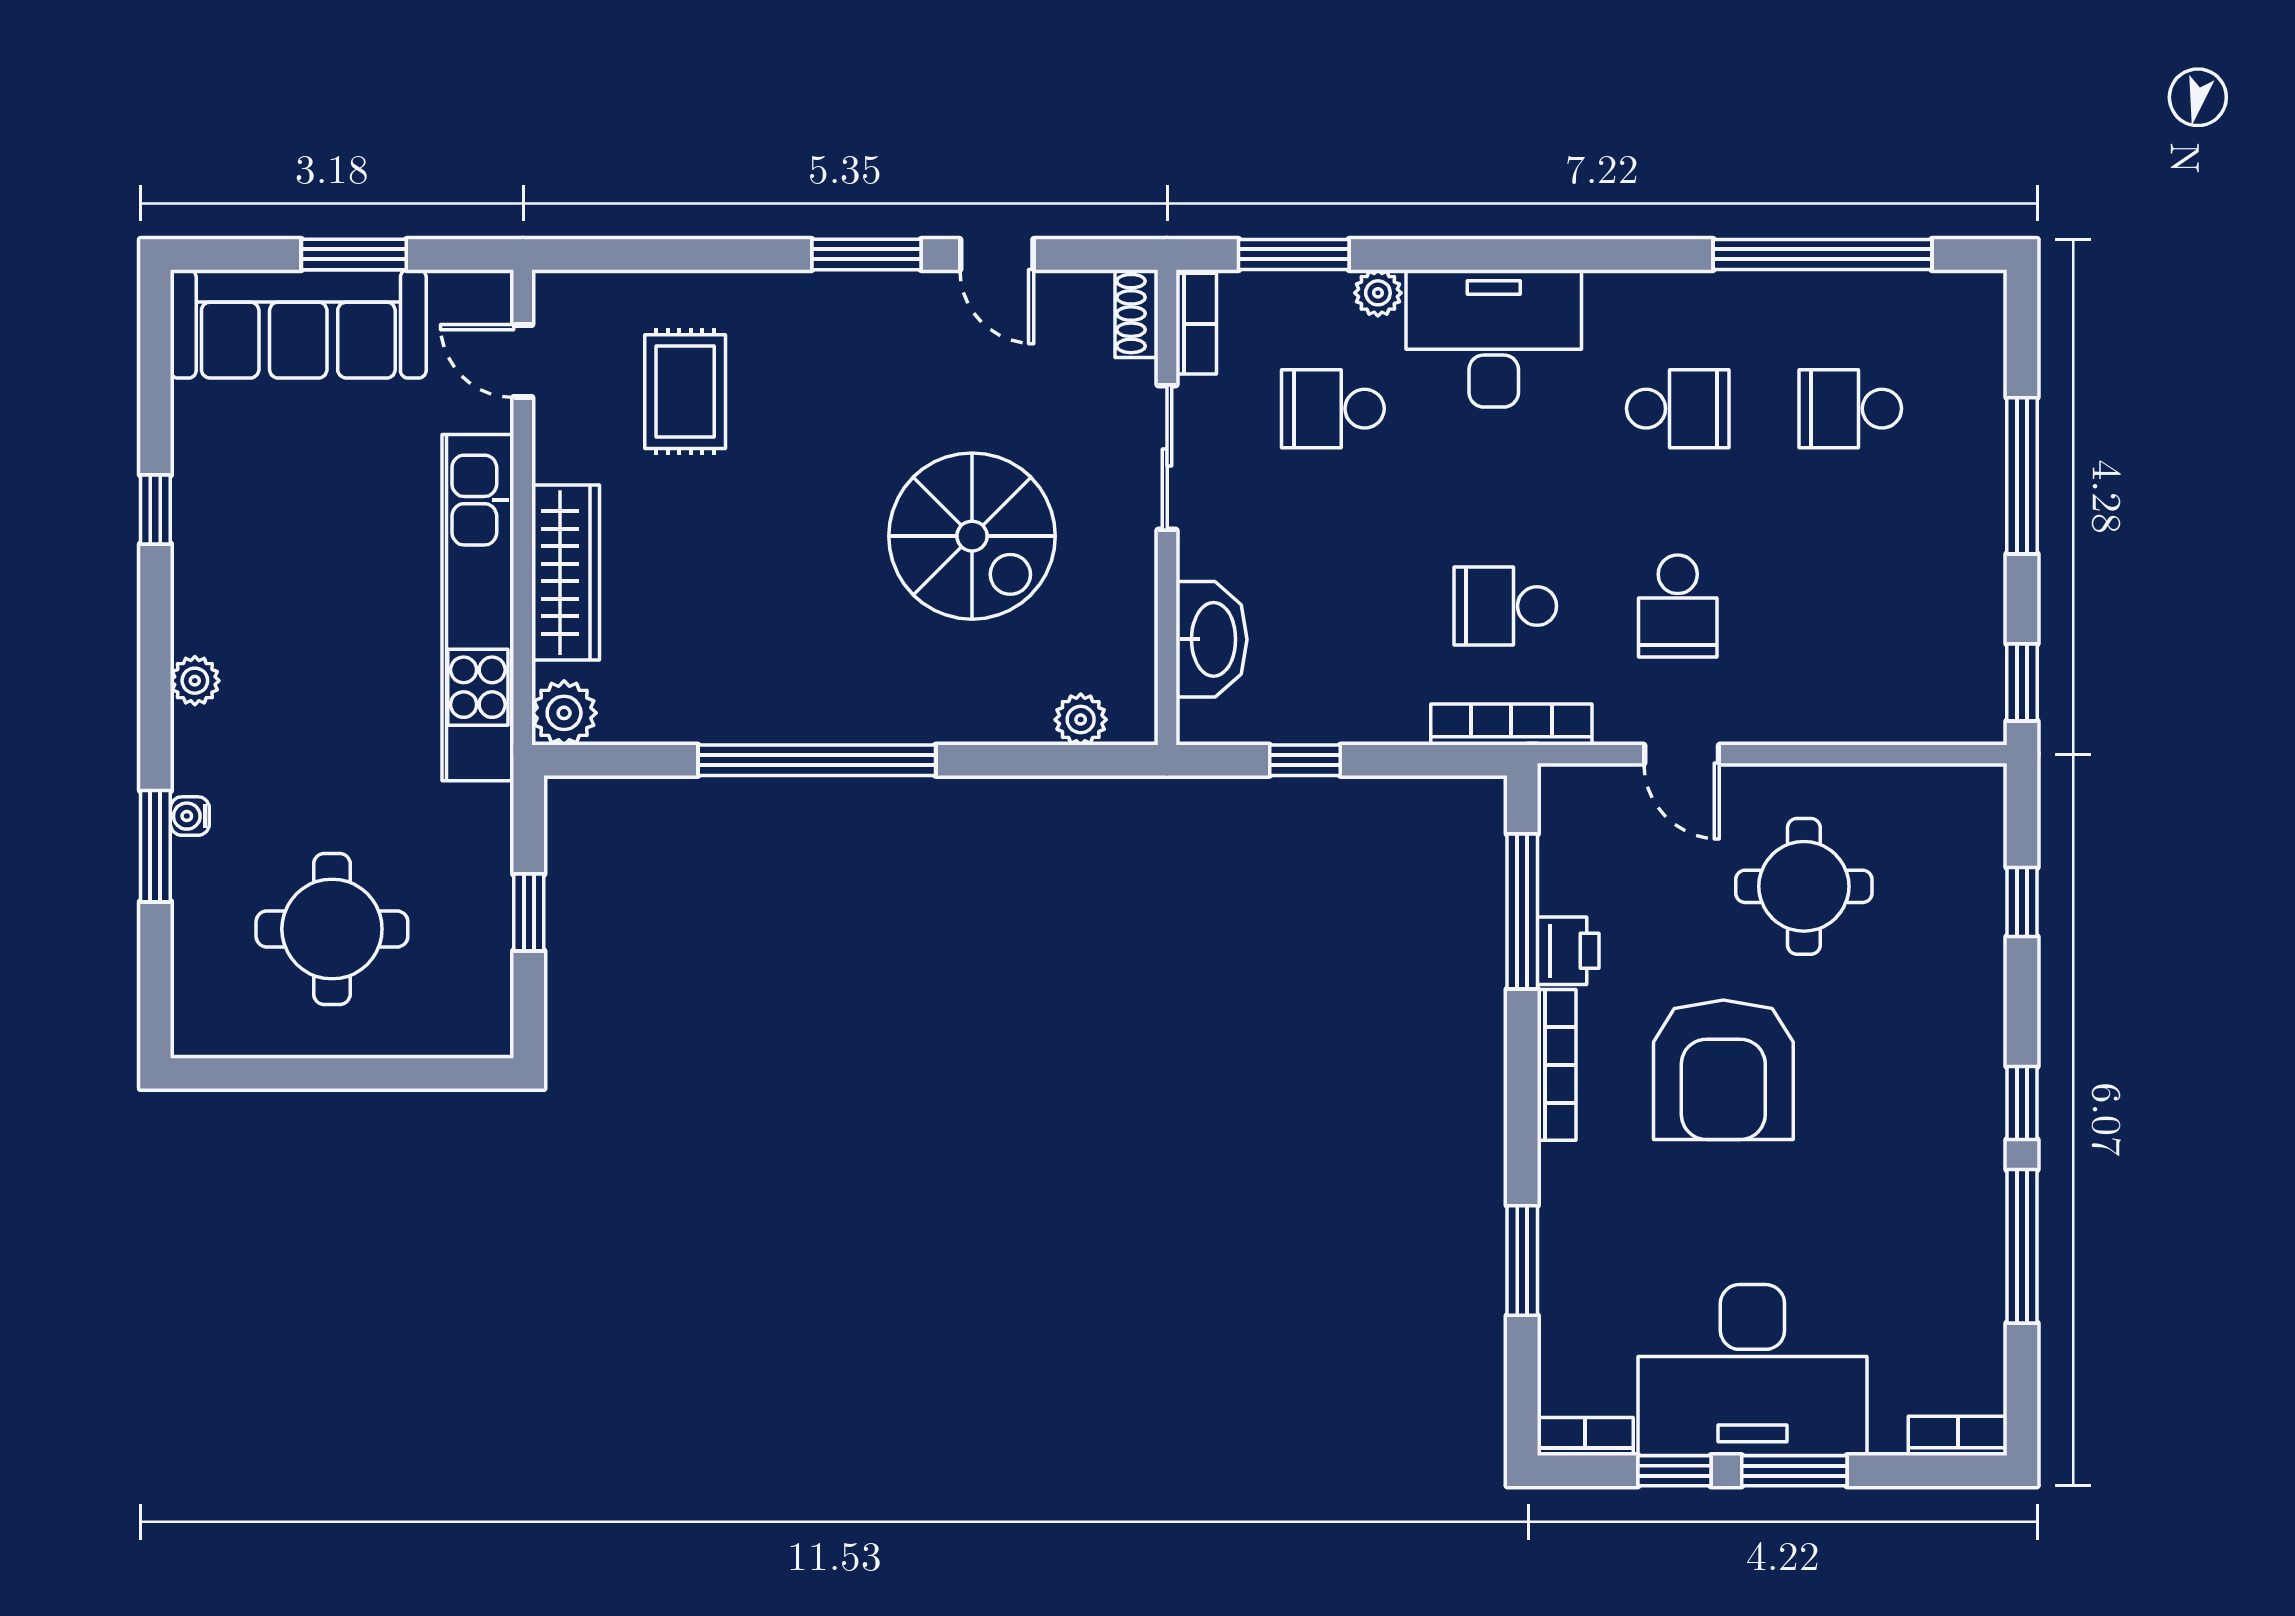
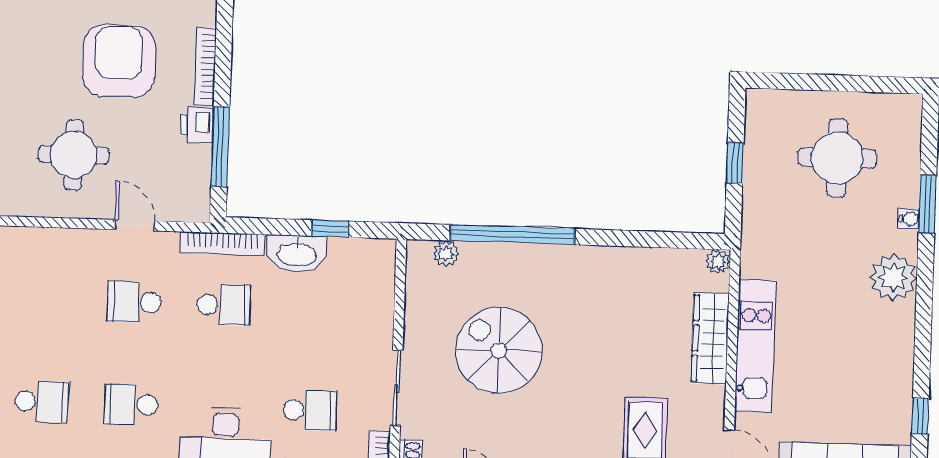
window: (155, 510) -> (920, 416), moved
school desk: (1678, 606) -> (134, 302), turned -90
kitchen unit: (478, 608) -> (755, 346), width x0.73
washbasin: (1211, 639) -> (297, 254), moved, turned -90
plant: (195, 681) -> (893, 278), width x1.87, depth x1.87
plant: (564, 713) -> (718, 261), width x0.73, depth x0.73
window: (817, 760) -> (512, 235), moved

